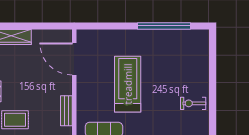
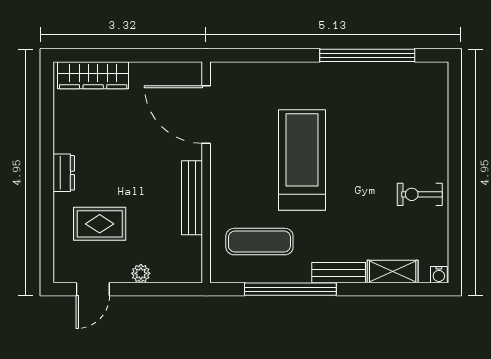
bench: (66, 111) -> (192, 198), width x1.36

